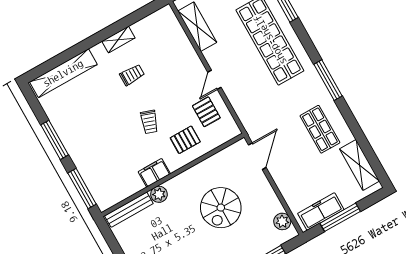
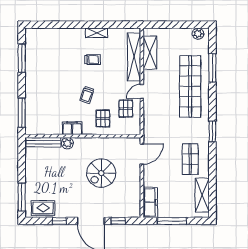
shelving: (63, 73) -> (134, 57), moved, turned 90
window: (328, 80) -> (212, 131), width x0.69
window: (55, 140) -> (22, 58), moved
pallet: (185, 140) -> (103, 119), turned 90
freezer: (321, 212) -> (150, 202), moved, turned 90
plant: (282, 221) -> (135, 203), removed

